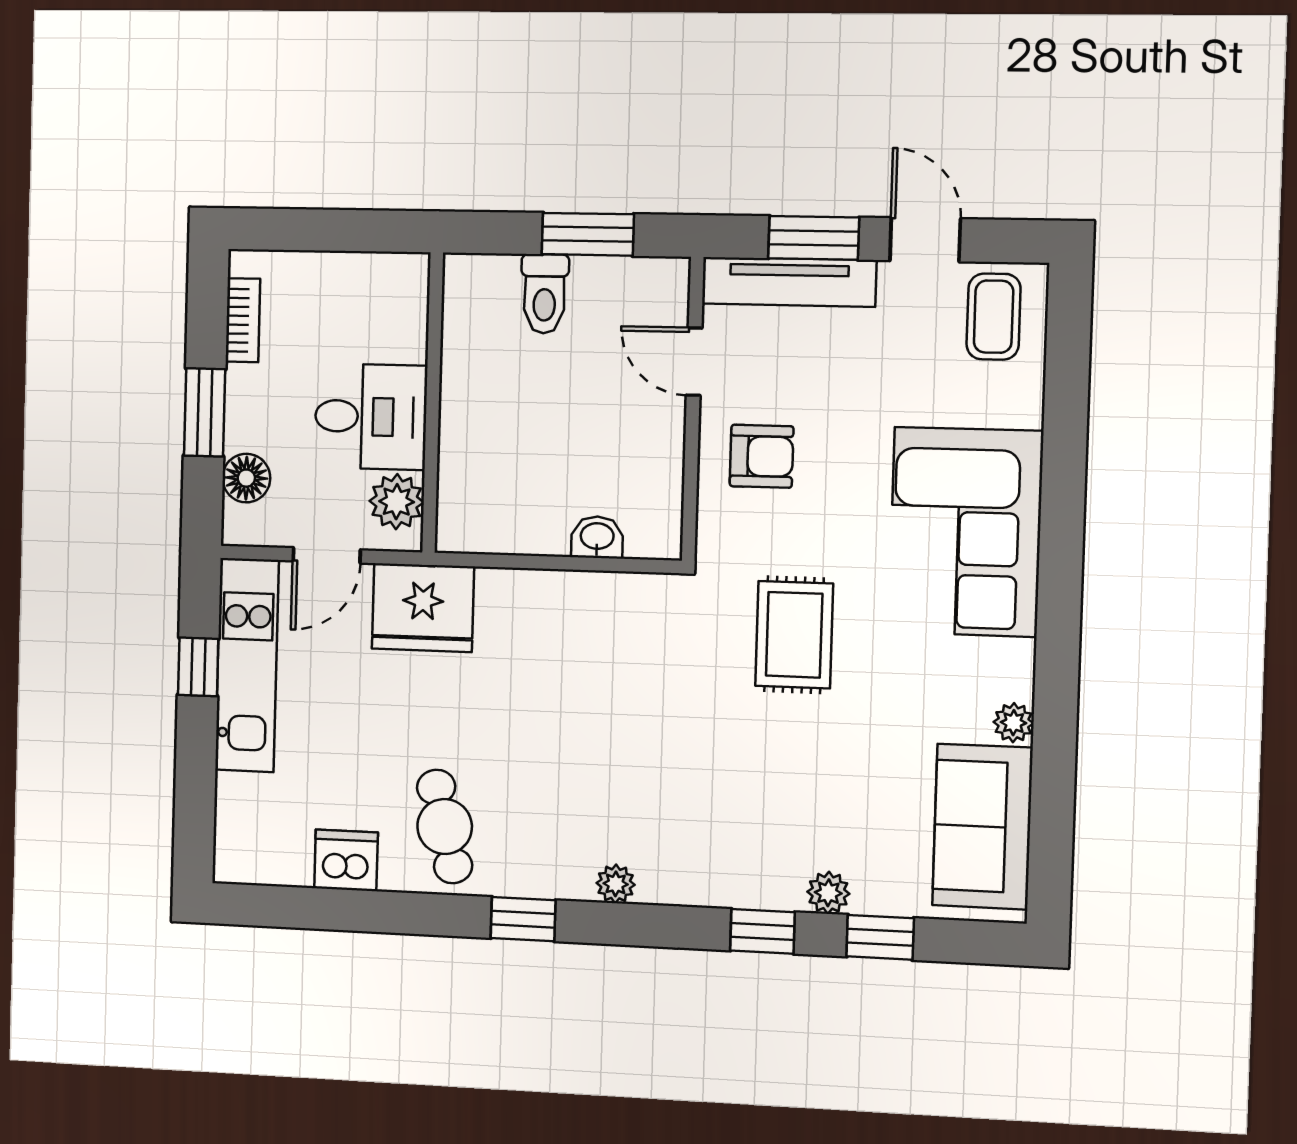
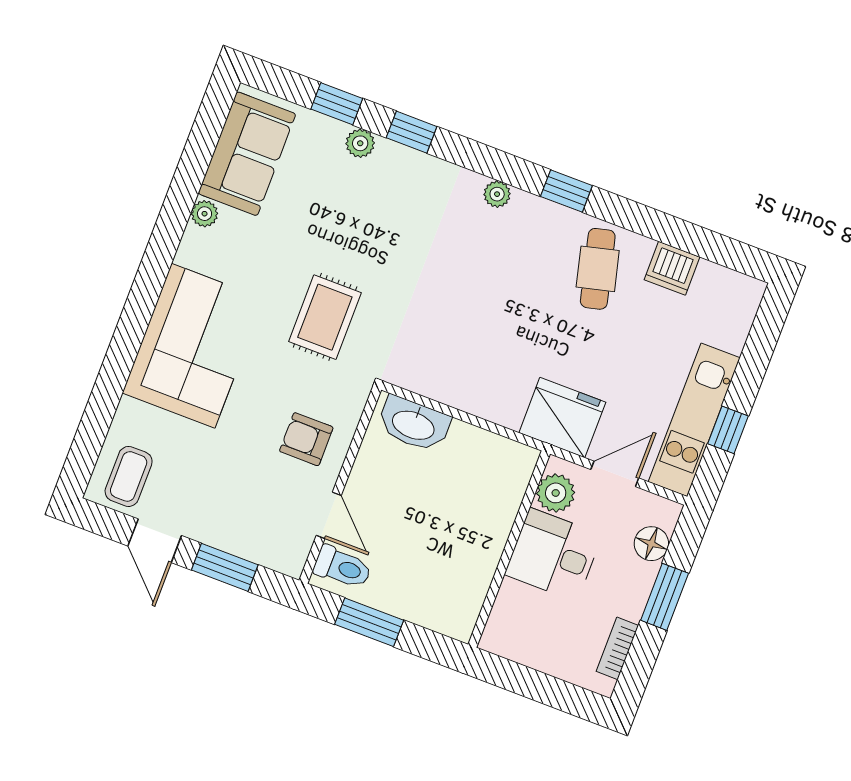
tv unit: (789, 282) -> (250, 545), removed
toilet: (545, 294) -> (343, 567), moved, turned 90
washbasin: (597, 537) -> (414, 424), width x1.91, depth x1.45

